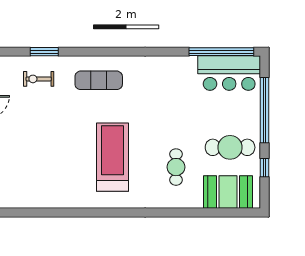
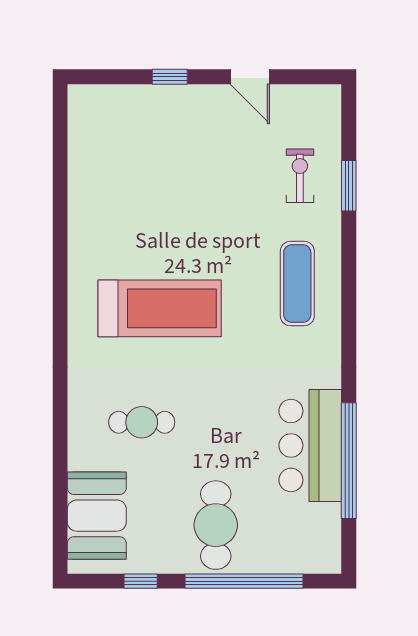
window: (221, 52) -> (349, 461), moved
bar counter: (229, 73) -> (310, 445), moved
cafe table: (230, 147) -> (216, 525), moved

